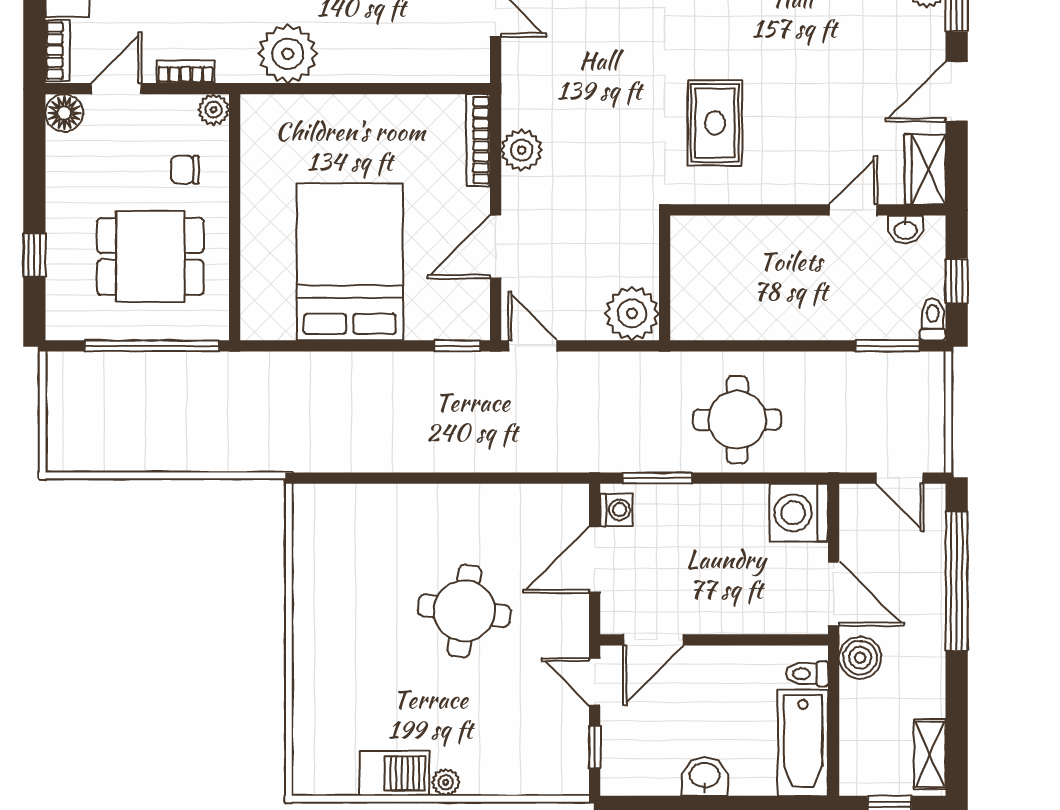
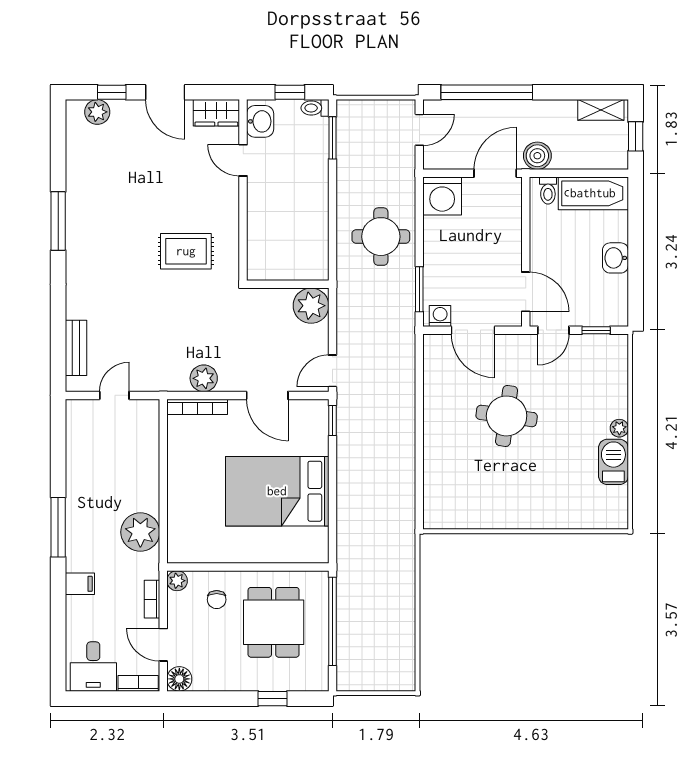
washbasin: (906, 230) -> (260, 121), width x1.38, depth x1.45

